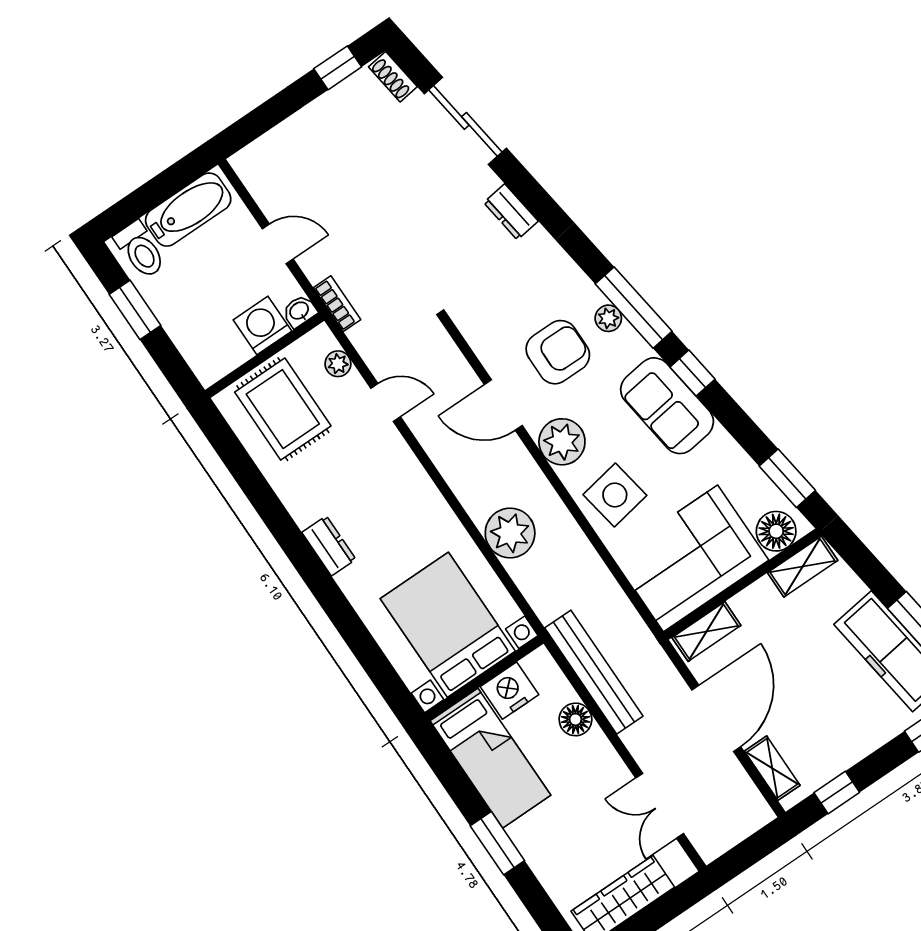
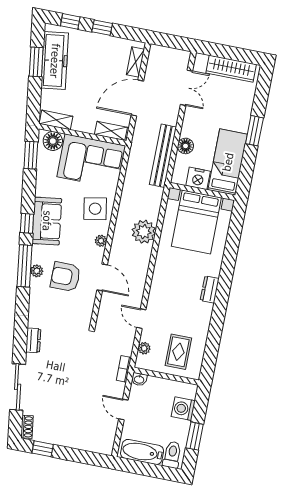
washing machine: (262, 325) -> (183, 409), moved, turned 90
rug: (283, 409) -> (178, 352), width x0.73, depth x0.70
plant: (562, 442) -> (101, 241), width x0.53, depth x0.53
window: (837, 793) -> (102, 28), moved

